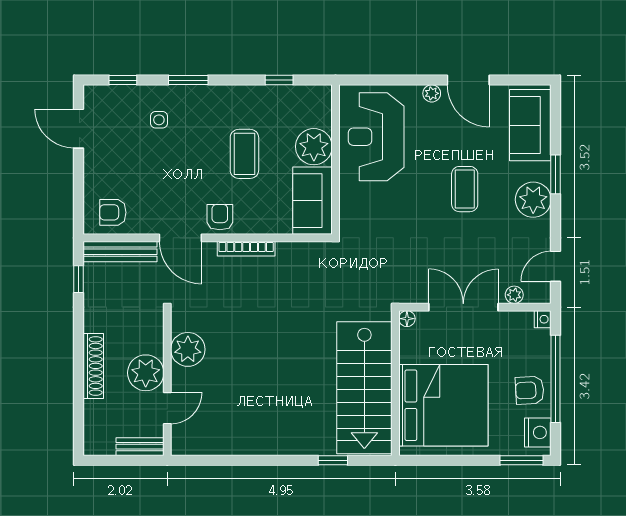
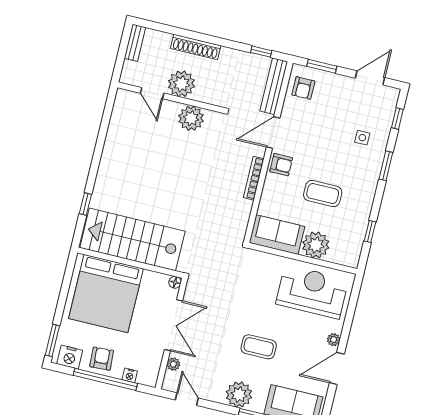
window: (79, 195) -> (322, 66), added
armchair: (113, 212) -> (303, 88), turned 180
nightstand: (543, 319) -> (130, 375), moved
bench: (140, 447) -> (135, 43), moved

